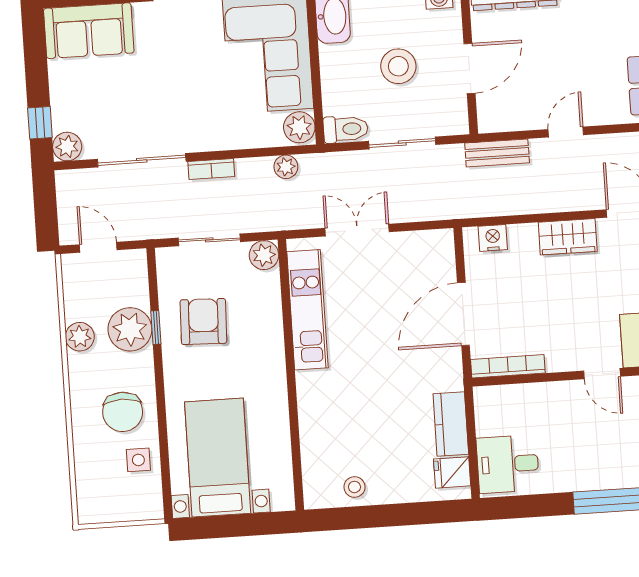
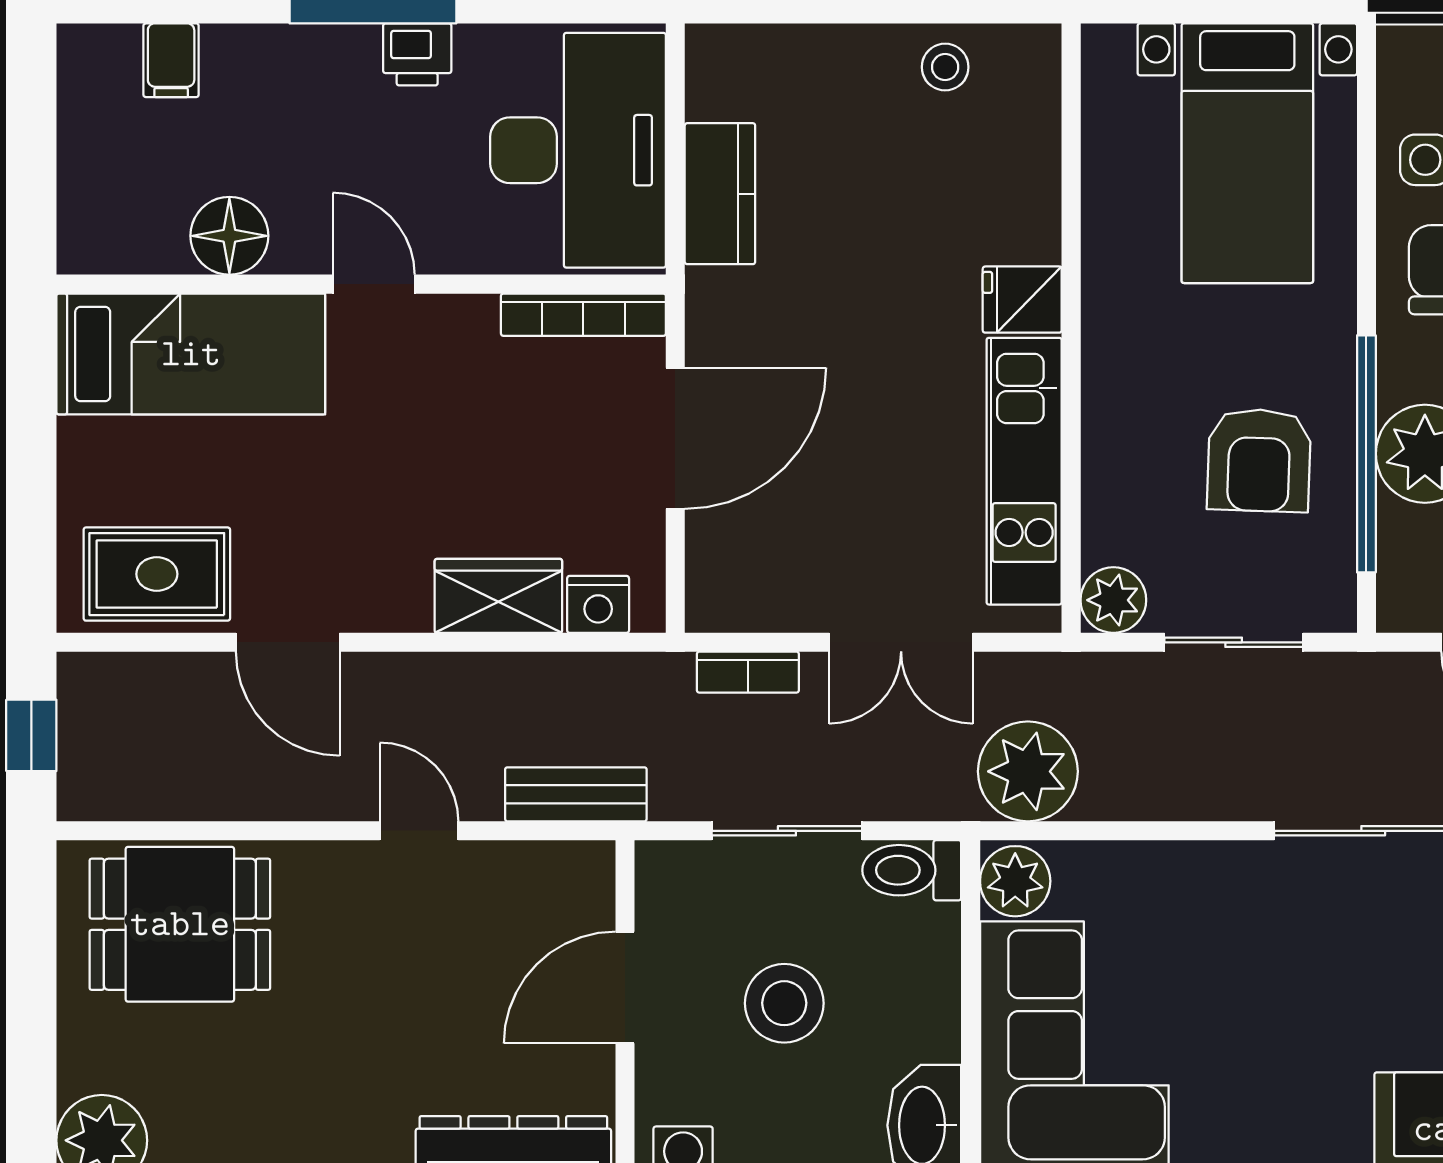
door: (566, 132) -> (419, 831), swing flipped
plant: (286, 167) -> (1028, 771), width x1.88, depth x1.88
bookcase: (211, 169) -> (748, 672), moved, turned 180
wardrobe: (568, 237) -> (498, 596), moved
window: (156, 328) -> (1366, 454), width x3.17
desk: (508, 464) -> (578, 150), width x1.87, depth x1.30
fridge: (452, 472) -> (1022, 300), moved, turned 180
printer: (589, 477) -> (417, 54), added

